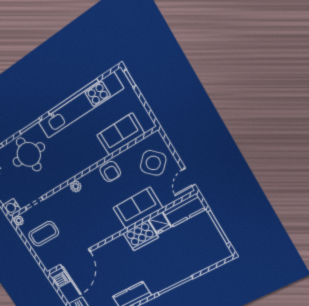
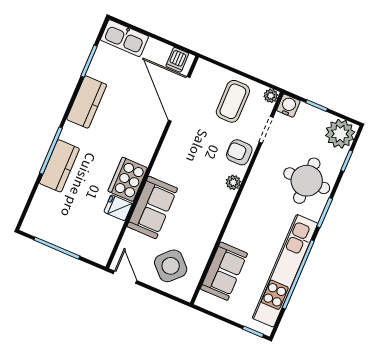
armchair: (110, 171) -> (239, 152), moved
kitchen counter: (184, 210) -> (59, 166), moved, turned 180

